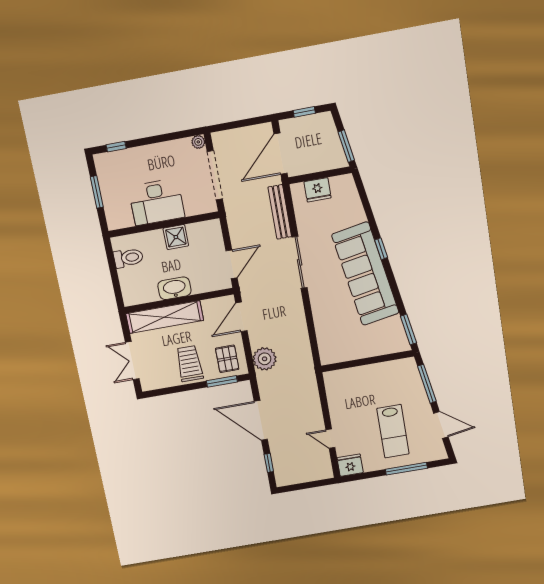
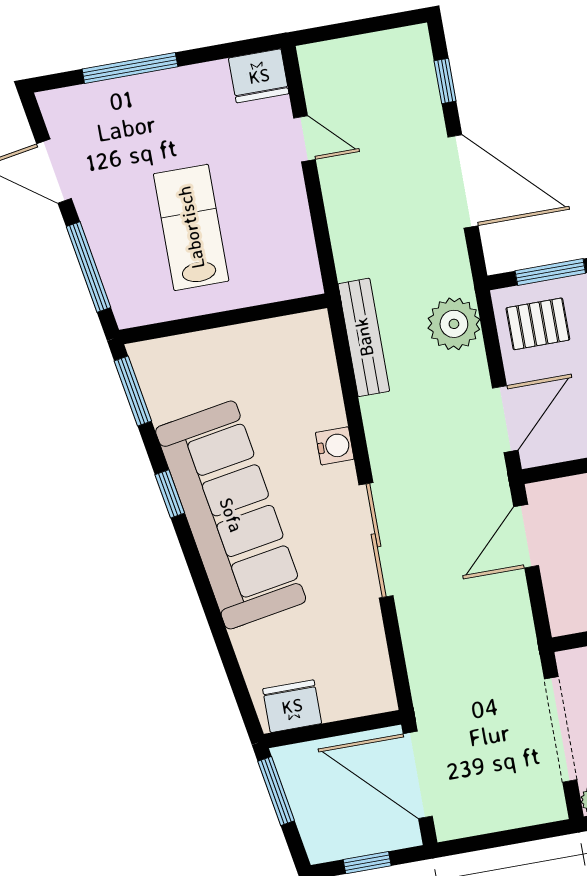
door: (281, 154) -> (418, 775), swing flipped
fridge: (318, 190) -> (292, 706), moved
bench: (280, 212) -> (364, 337), moved
window: (381, 249) -> (170, 494), moved
water cooler: (318, 305) -> (335, 446), added
pallet: (227, 359) -> (538, 324), turned 90
lab bench: (393, 431) -> (191, 227), moved

